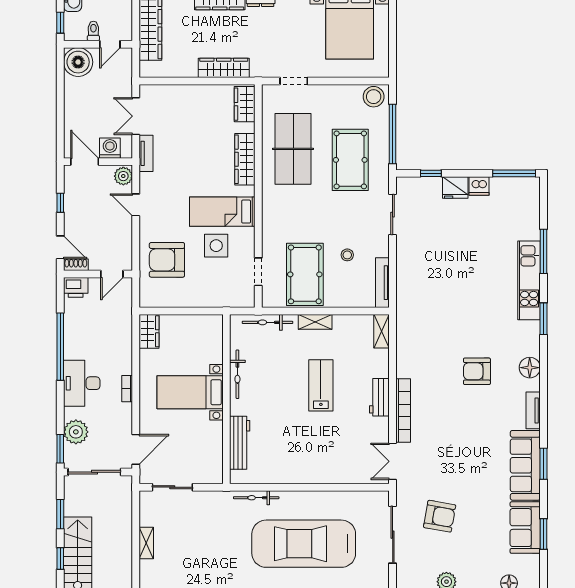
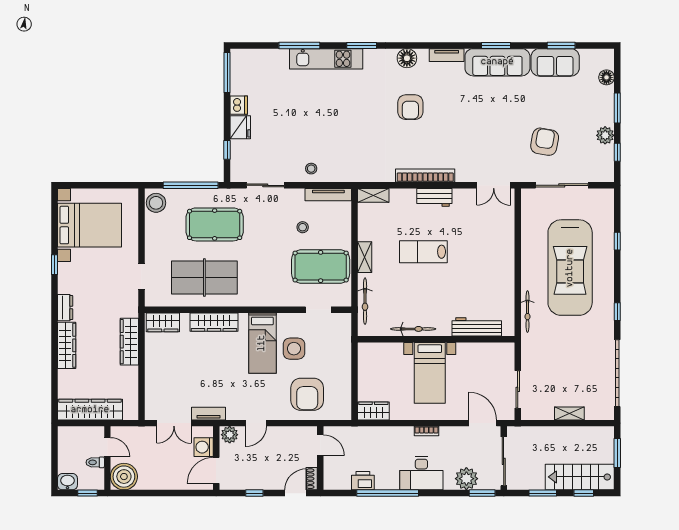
stool: (411, 264) -> (311, 169), added
printer: (76, 287) -> (363, 481), moved, turned -90
bookcase: (403, 410) -> (425, 176), moved

